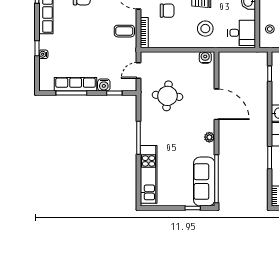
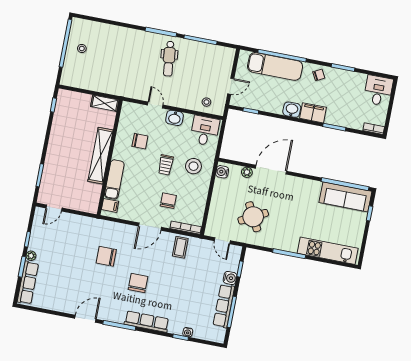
round table: (167, 96) -> (253, 217), turned -33
plant: (209, 137) -> (247, 172), moved

